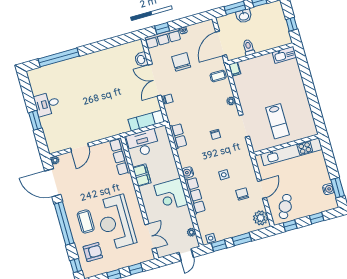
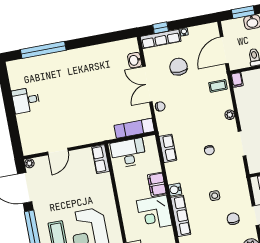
window: (35, 120) -> (11, 117), removed
row of seats: (120, 157) -> (101, 159), width x0.68
filing cabinet: (142, 175) -> (157, 184), moved, turned 180

